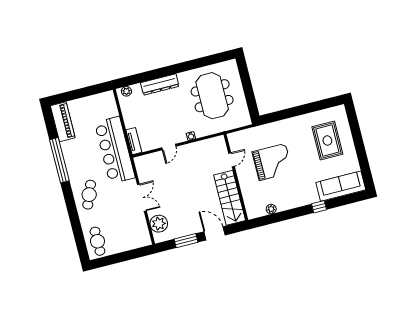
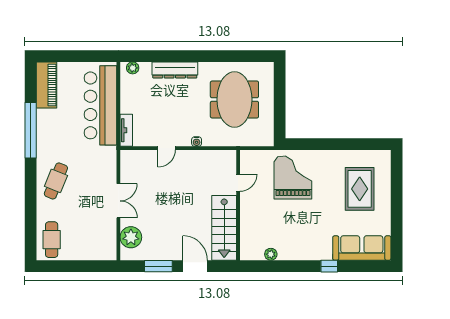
bar counter: (115, 150) -> (100, 105), moved
grand piano: (272, 162) -> (293, 177), moved, turned -90

